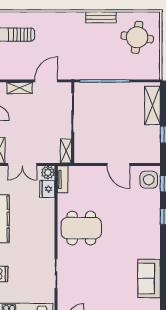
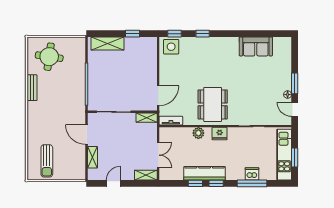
door: (118, 164) -> (158, 96), moved
plant: (48, 173) -> (198, 133), moved
fridge: (47, 189) -> (220, 134), moved

